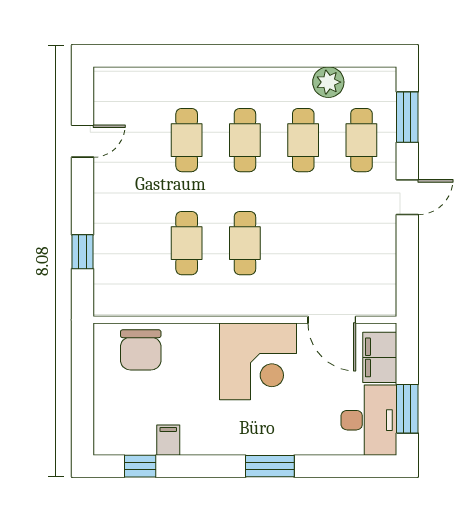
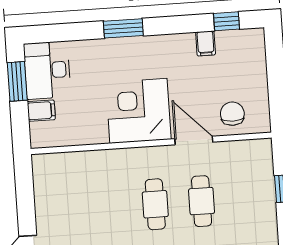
door: (332, 320) -> (194, 140), moved
chair: (141, 350) -> (232, 114), width x0.73, depth x0.73
filing cabinet: (380, 357) -> (41, 111), width x0.50

